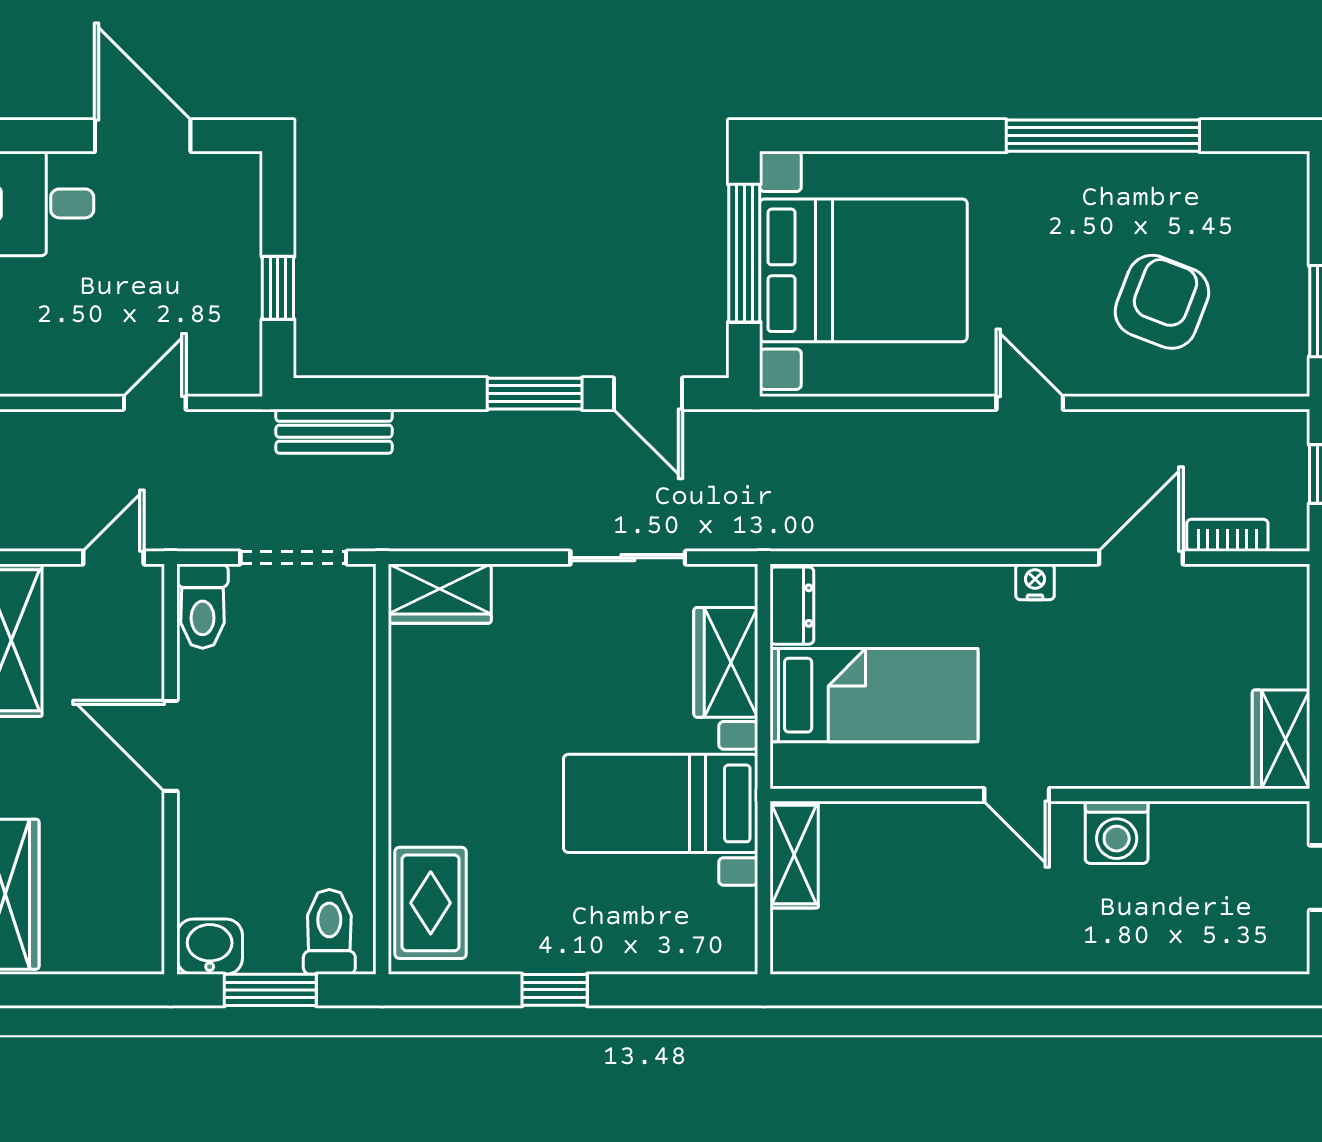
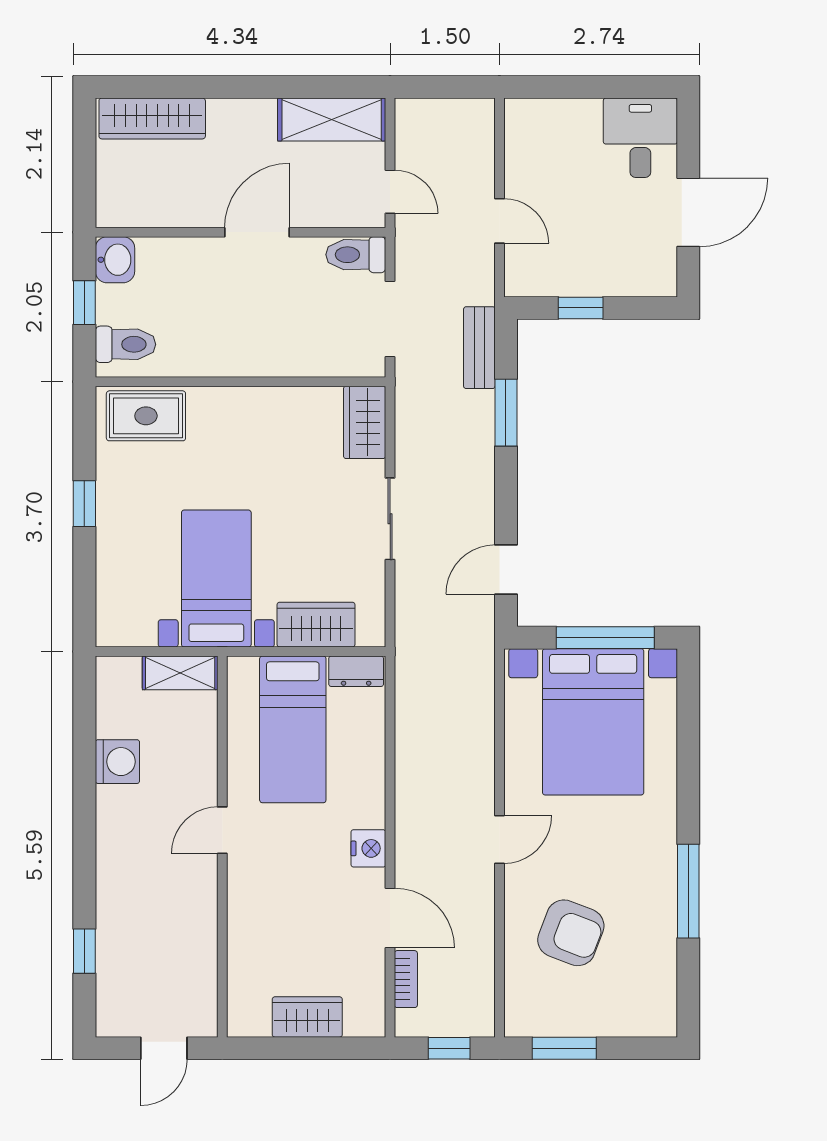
window: (1103, 136) -> (688, 891), width x0.68
window: (535, 394) -> (506, 413), moved
sliding door: (628, 558) -> (390, 519), moved
nightstand: (1035, 582) -> (368, 848), width x1.39, depth x1.35
wardrobe: (1281, 739) -> (307, 1017), moved
washing machine: (1117, 832) -> (117, 762), moved, turned 180
window: (270, 990) -> (84, 303), width x0.67
window: (1188, 990) -> (84, 951), added

